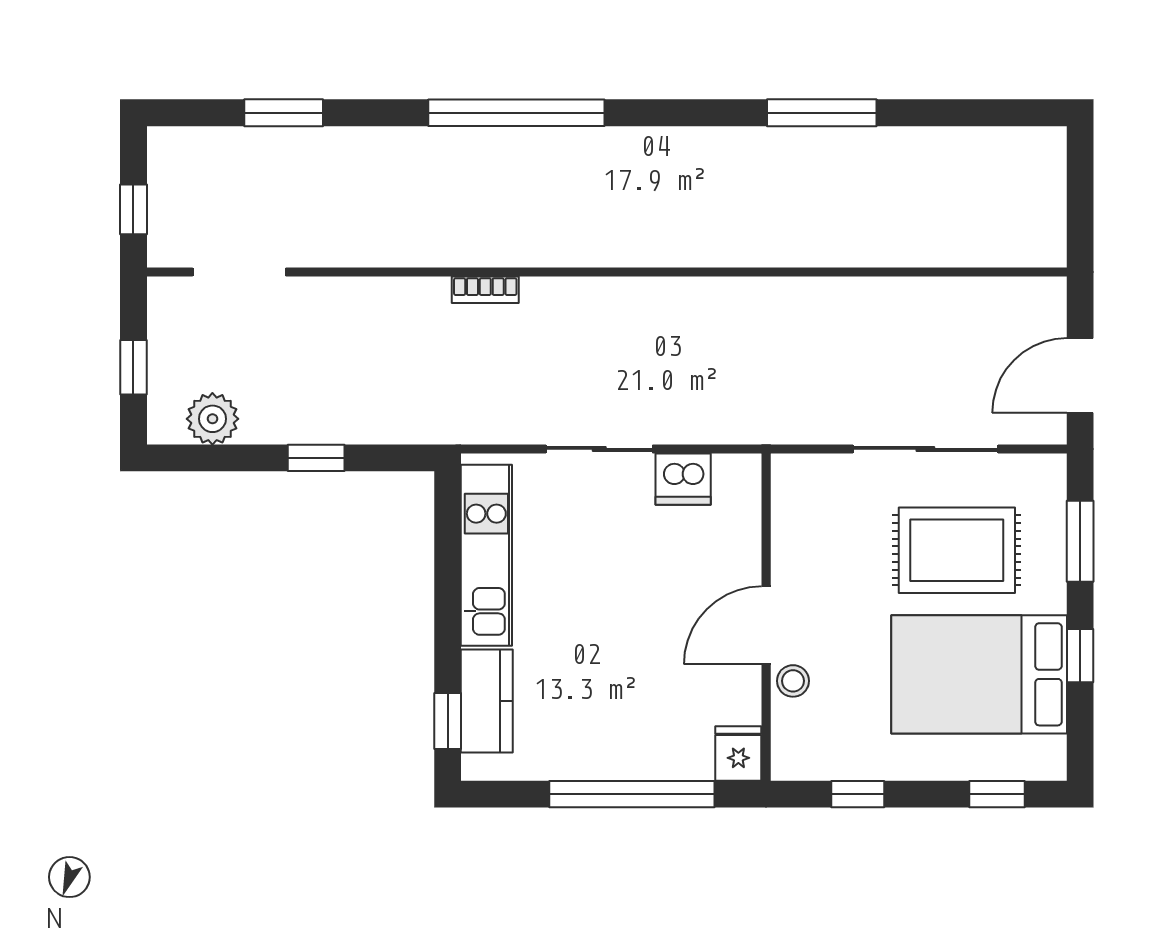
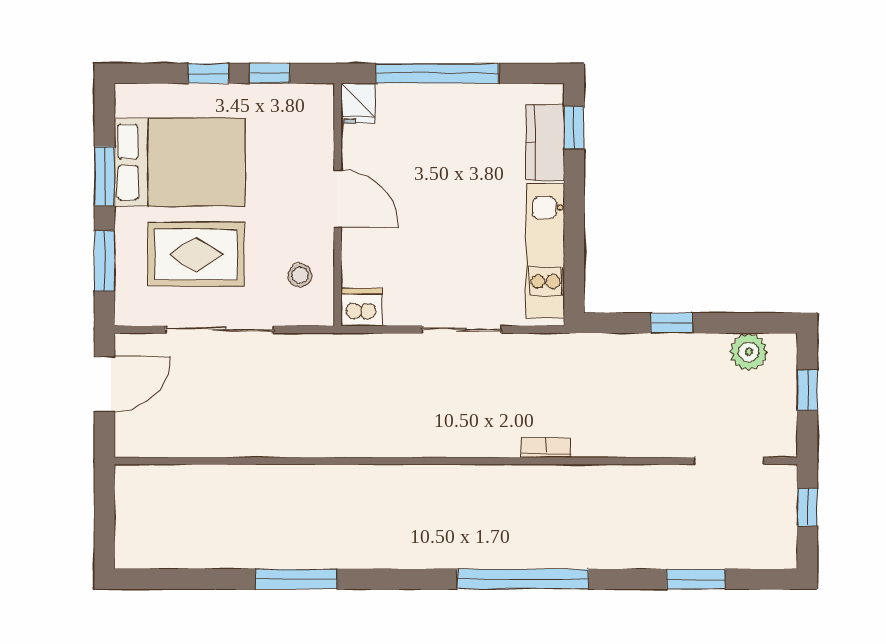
dishwasher: (683, 479) -> (361, 307), moved
door: (766, 625) -> (338, 199), hinge flipped
window: (1080, 656) -> (105, 176), width x1.50
stool: (793, 681) -> (300, 275), moved
window: (997, 794) -> (208, 73), moved

